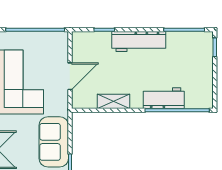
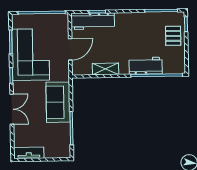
workbench: (139, 42) -> (93, 21), moved
pallet: (199, 61) -> (173, 36), added

